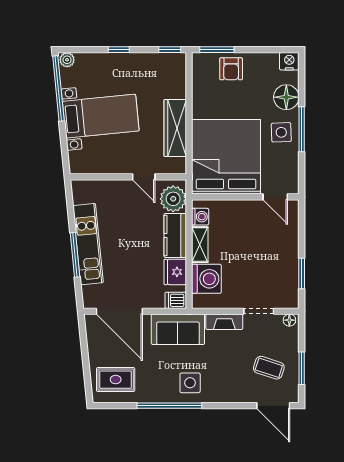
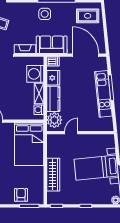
wardrobe: (175, 128) -> (53, 175), moved
bed: (226, 157) -> (29, 144), width x0.73
door: (144, 177) -> (71, 133), hinge flipped

